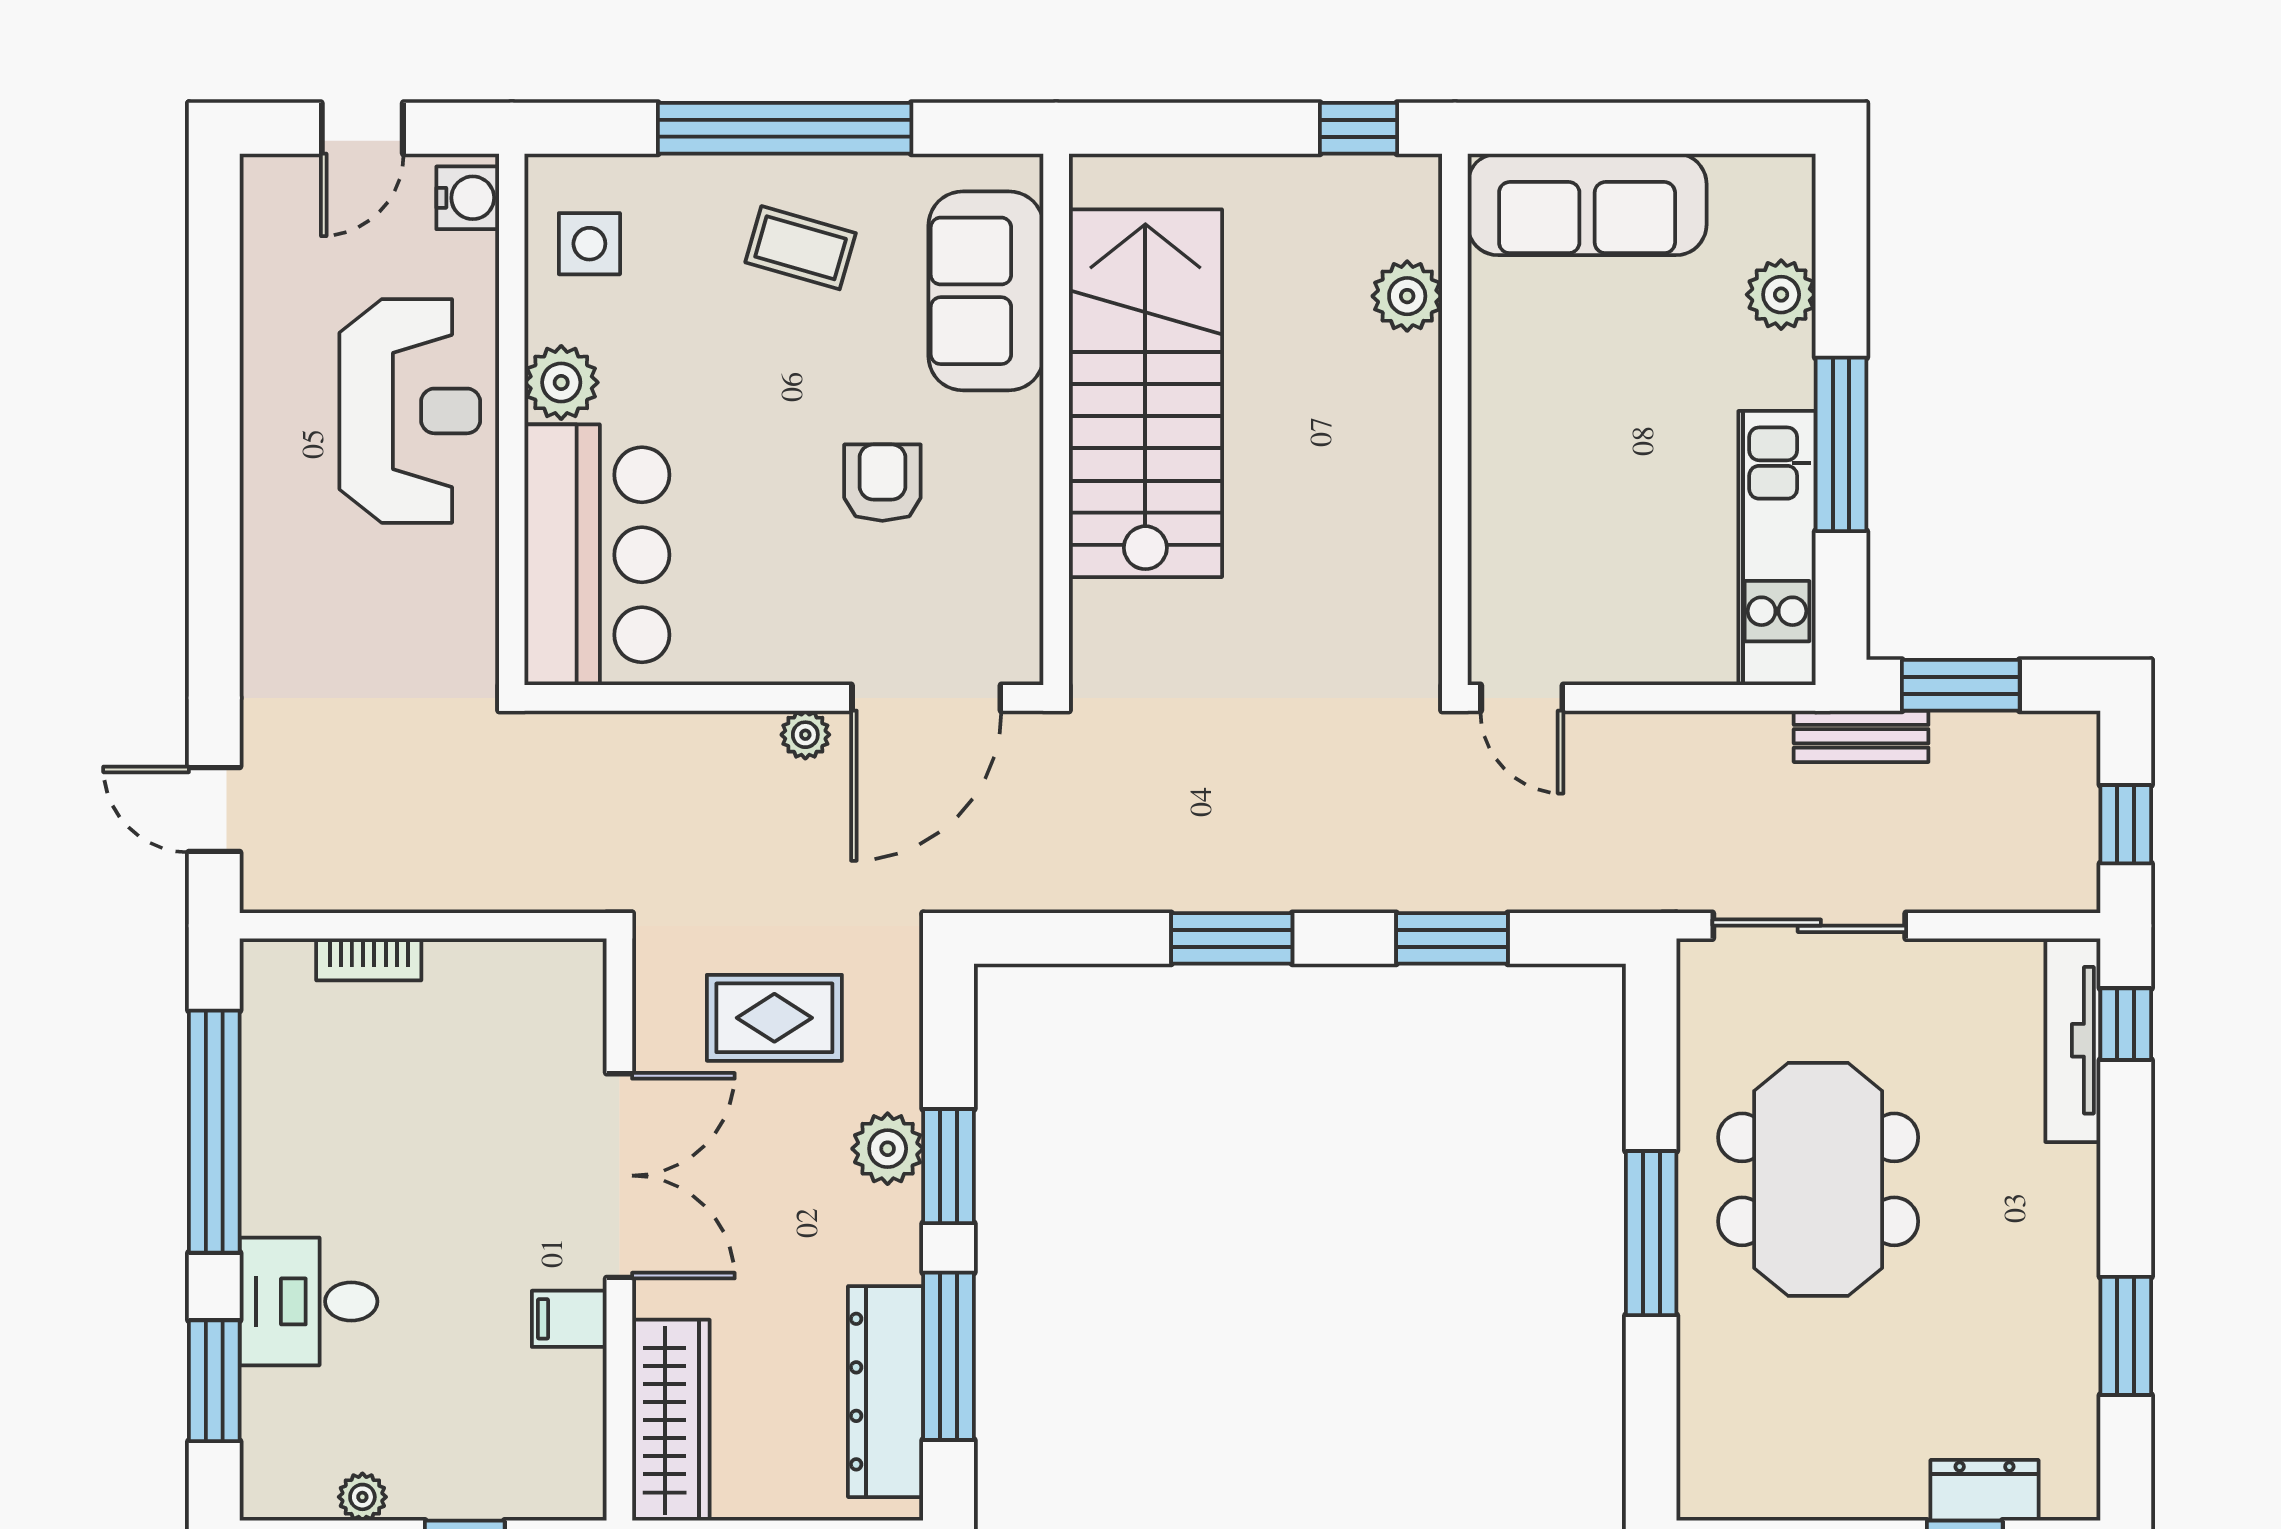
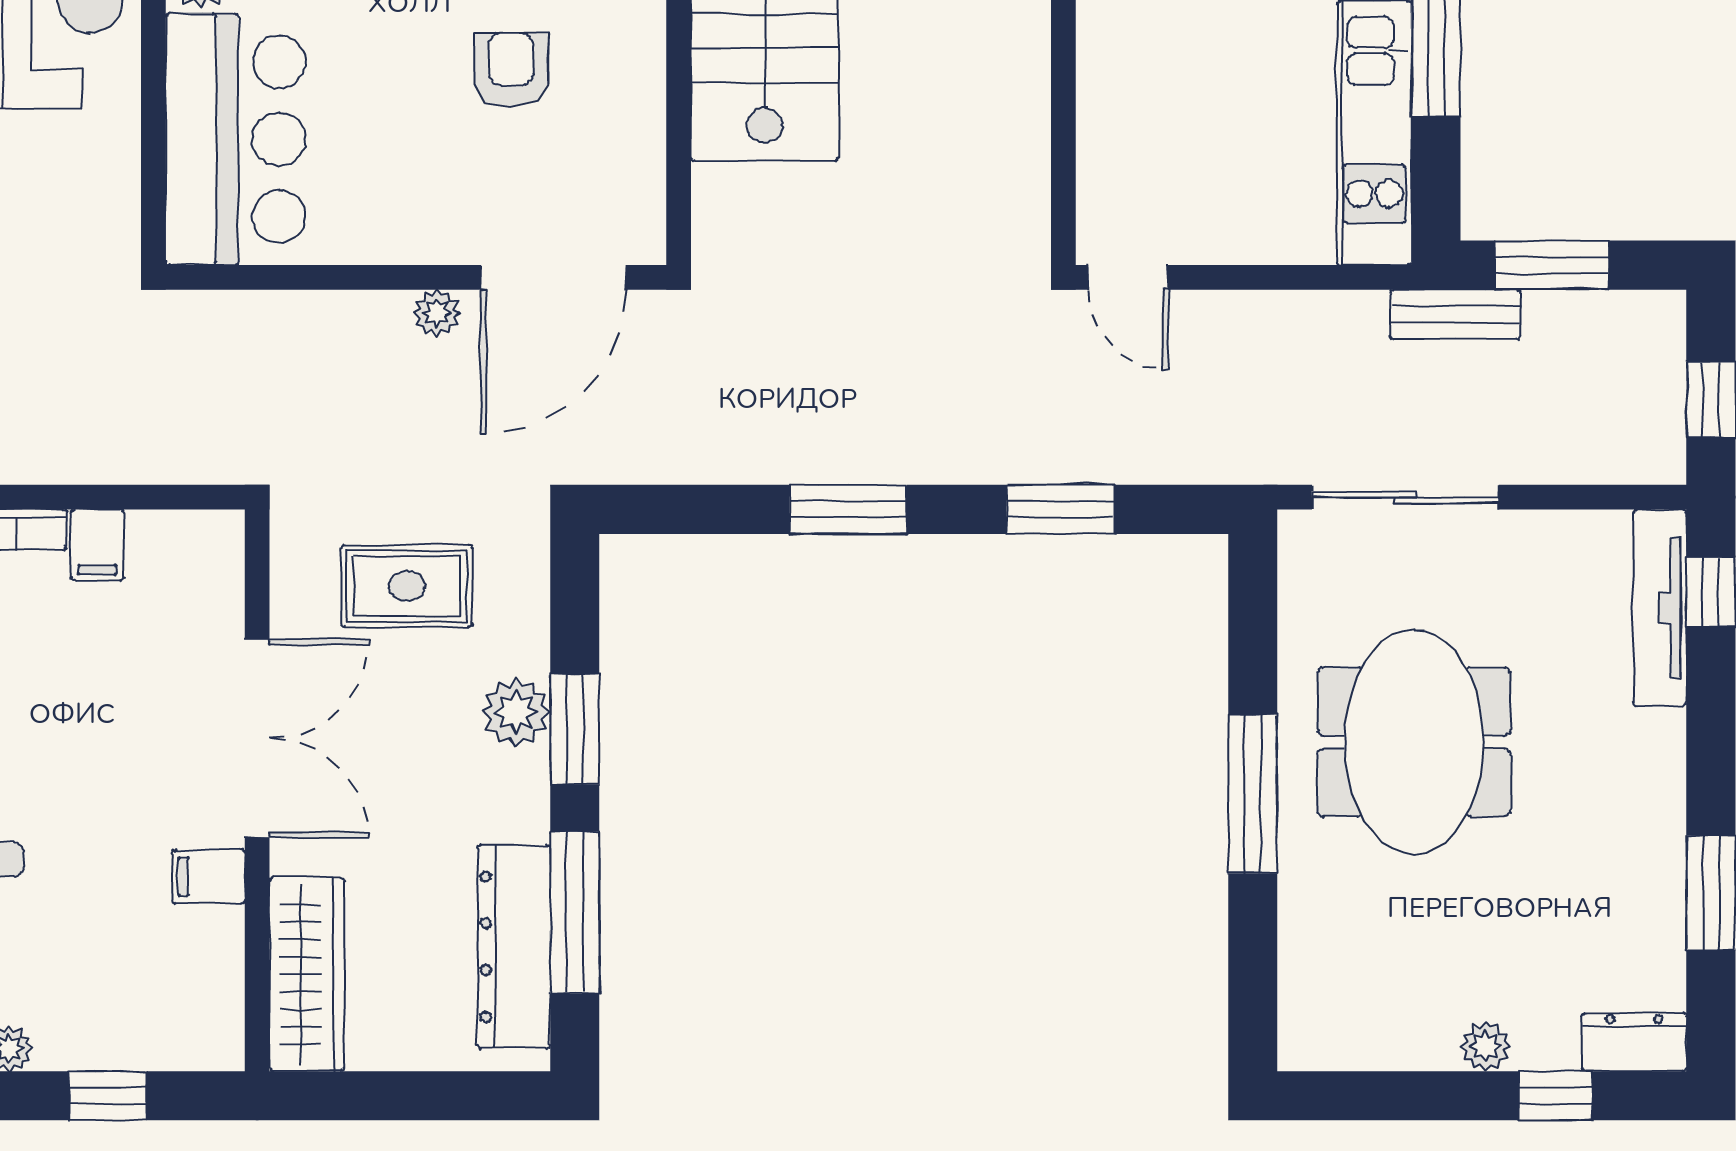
filing cabinet: (454, 975) -> (97, 545), added
dresser: (1985, 1490) -> (1634, 1042), moved
plant: (1892, 1495) -> (1486, 1046), added

